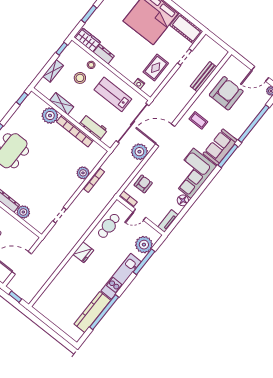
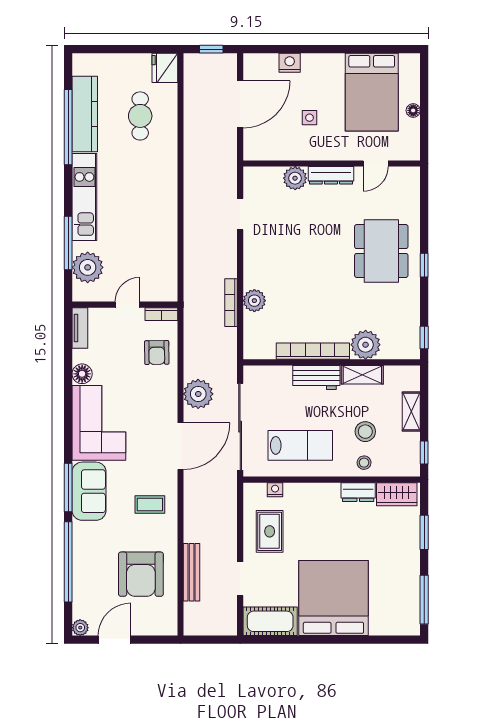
workbench: (94, 127) -> (316, 377), moved
cafe table: (109, 226) -> (140, 116), moved
fridge: (83, 252) -> (165, 68), moved

